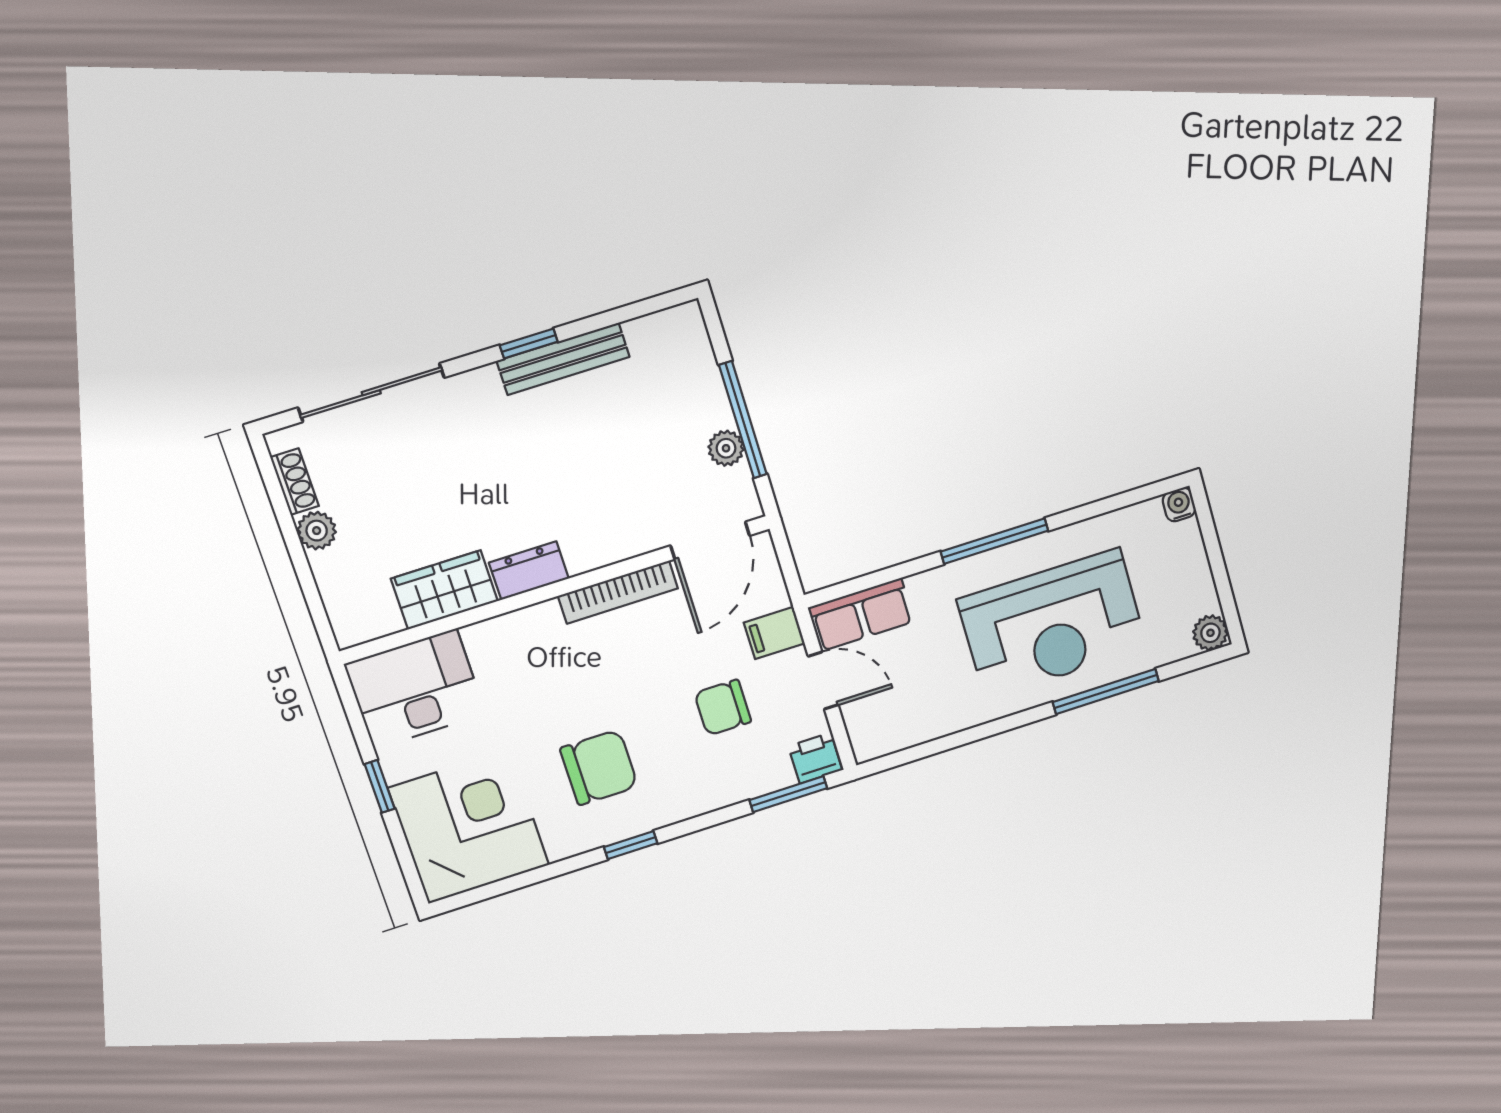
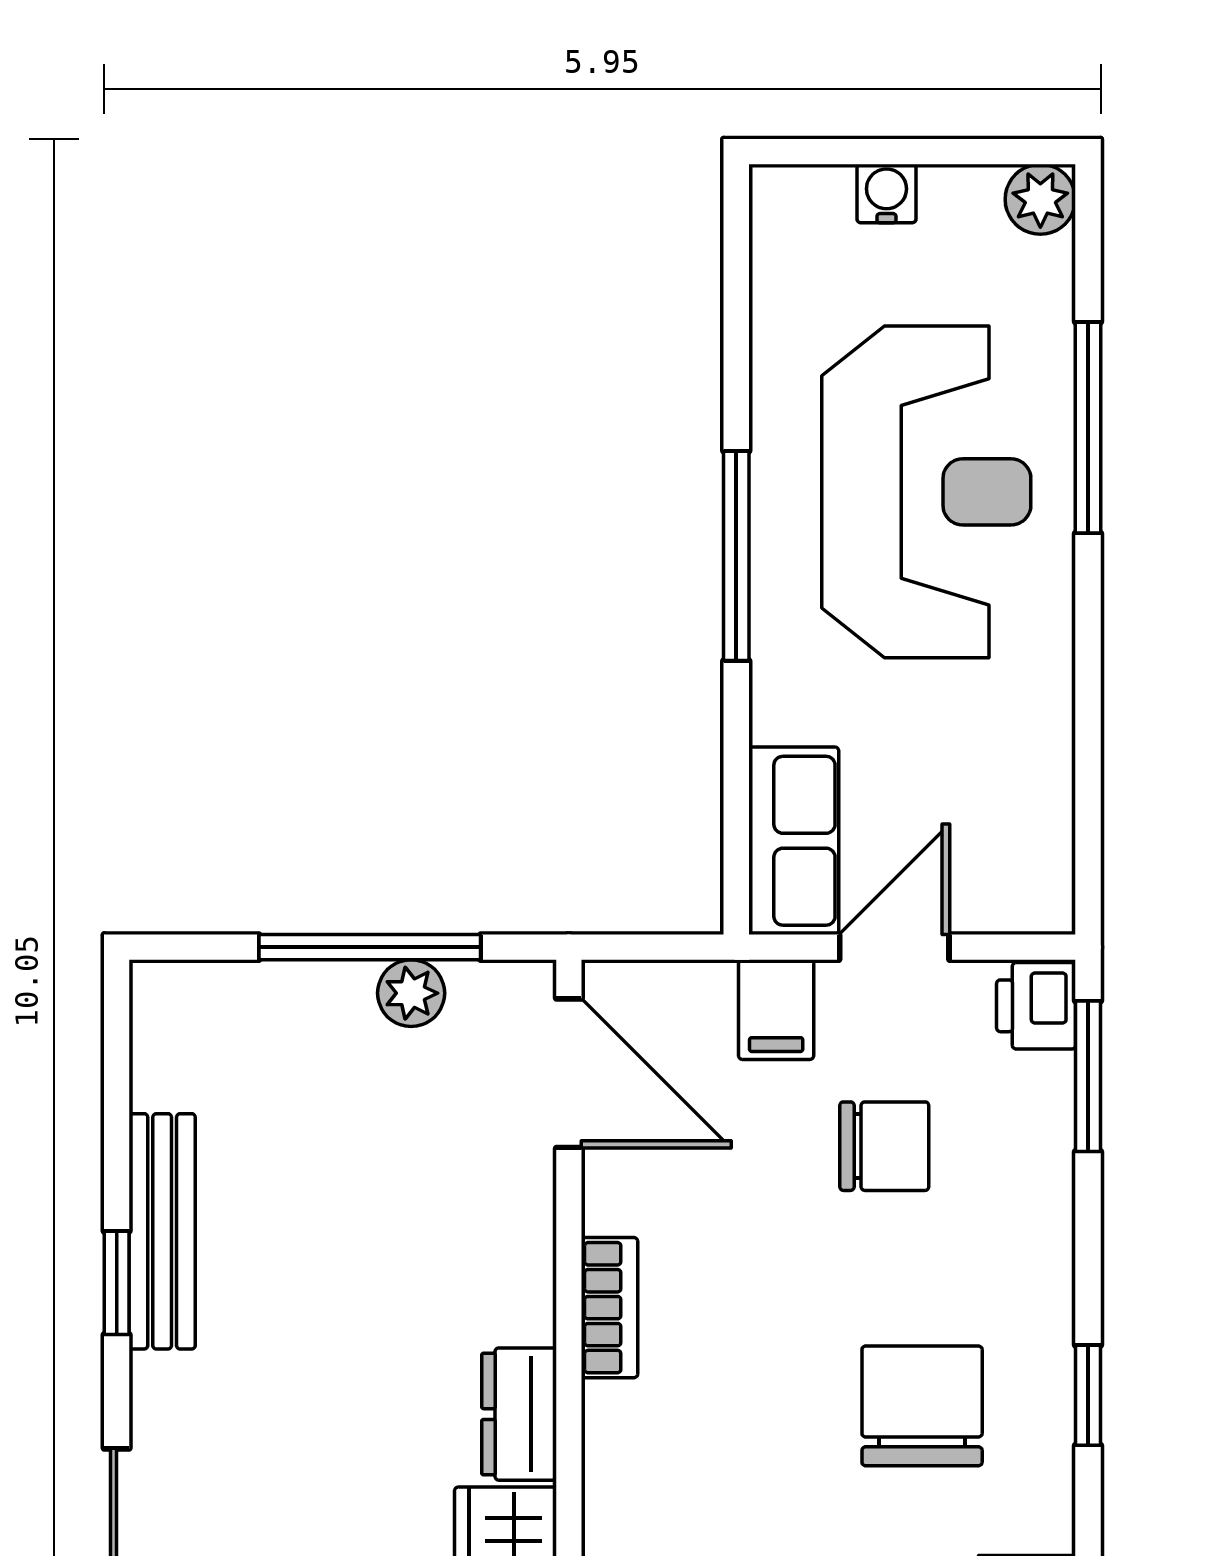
water cooler: (1179, 505) -> (886, 194), moved, turned 90
bookcase: (618, 592) -> (609, 1308), width x0.64
chair: (723, 708) -> (884, 1146), turned -90

